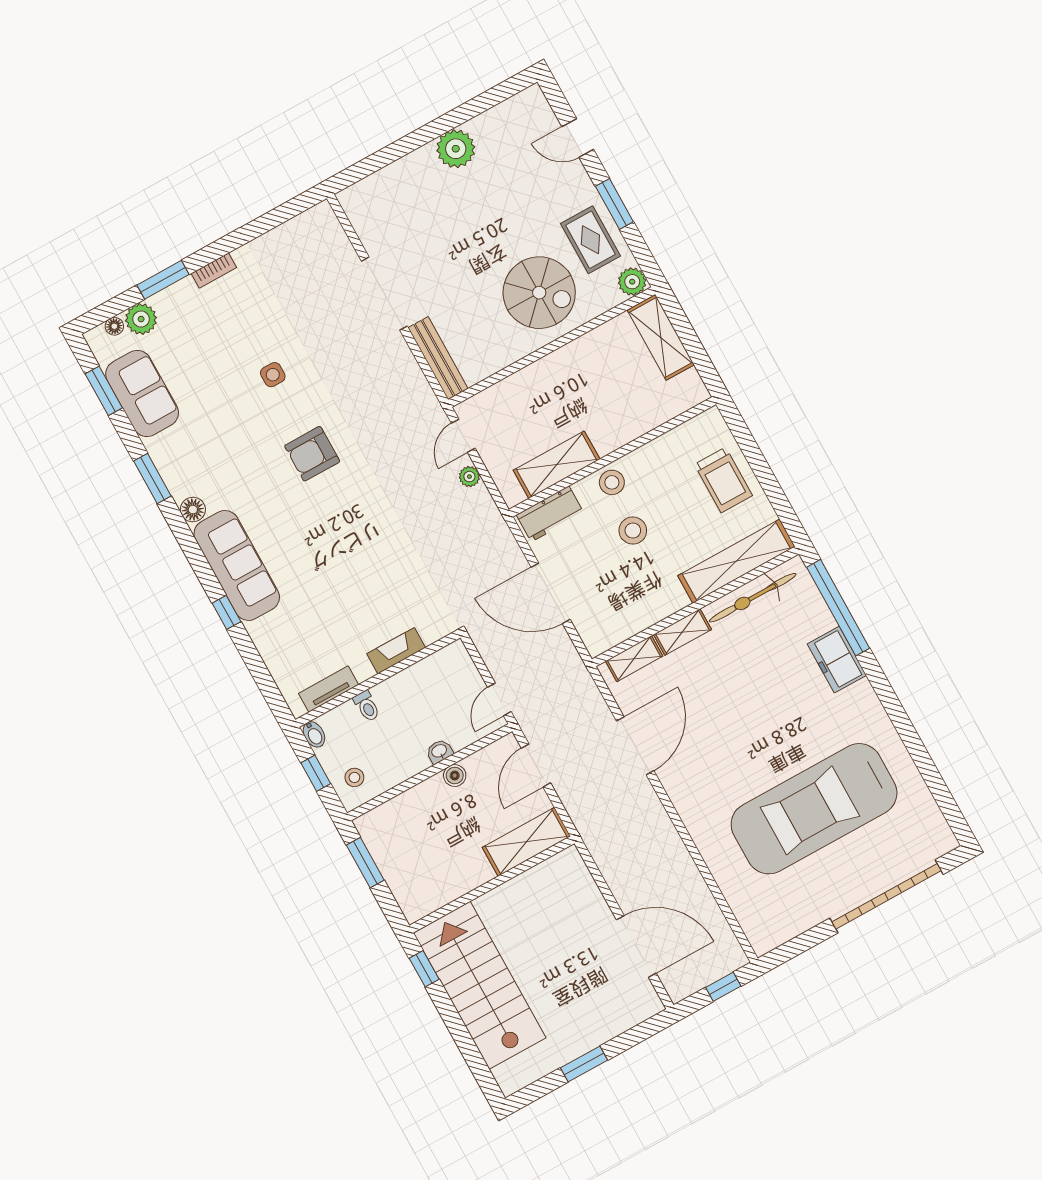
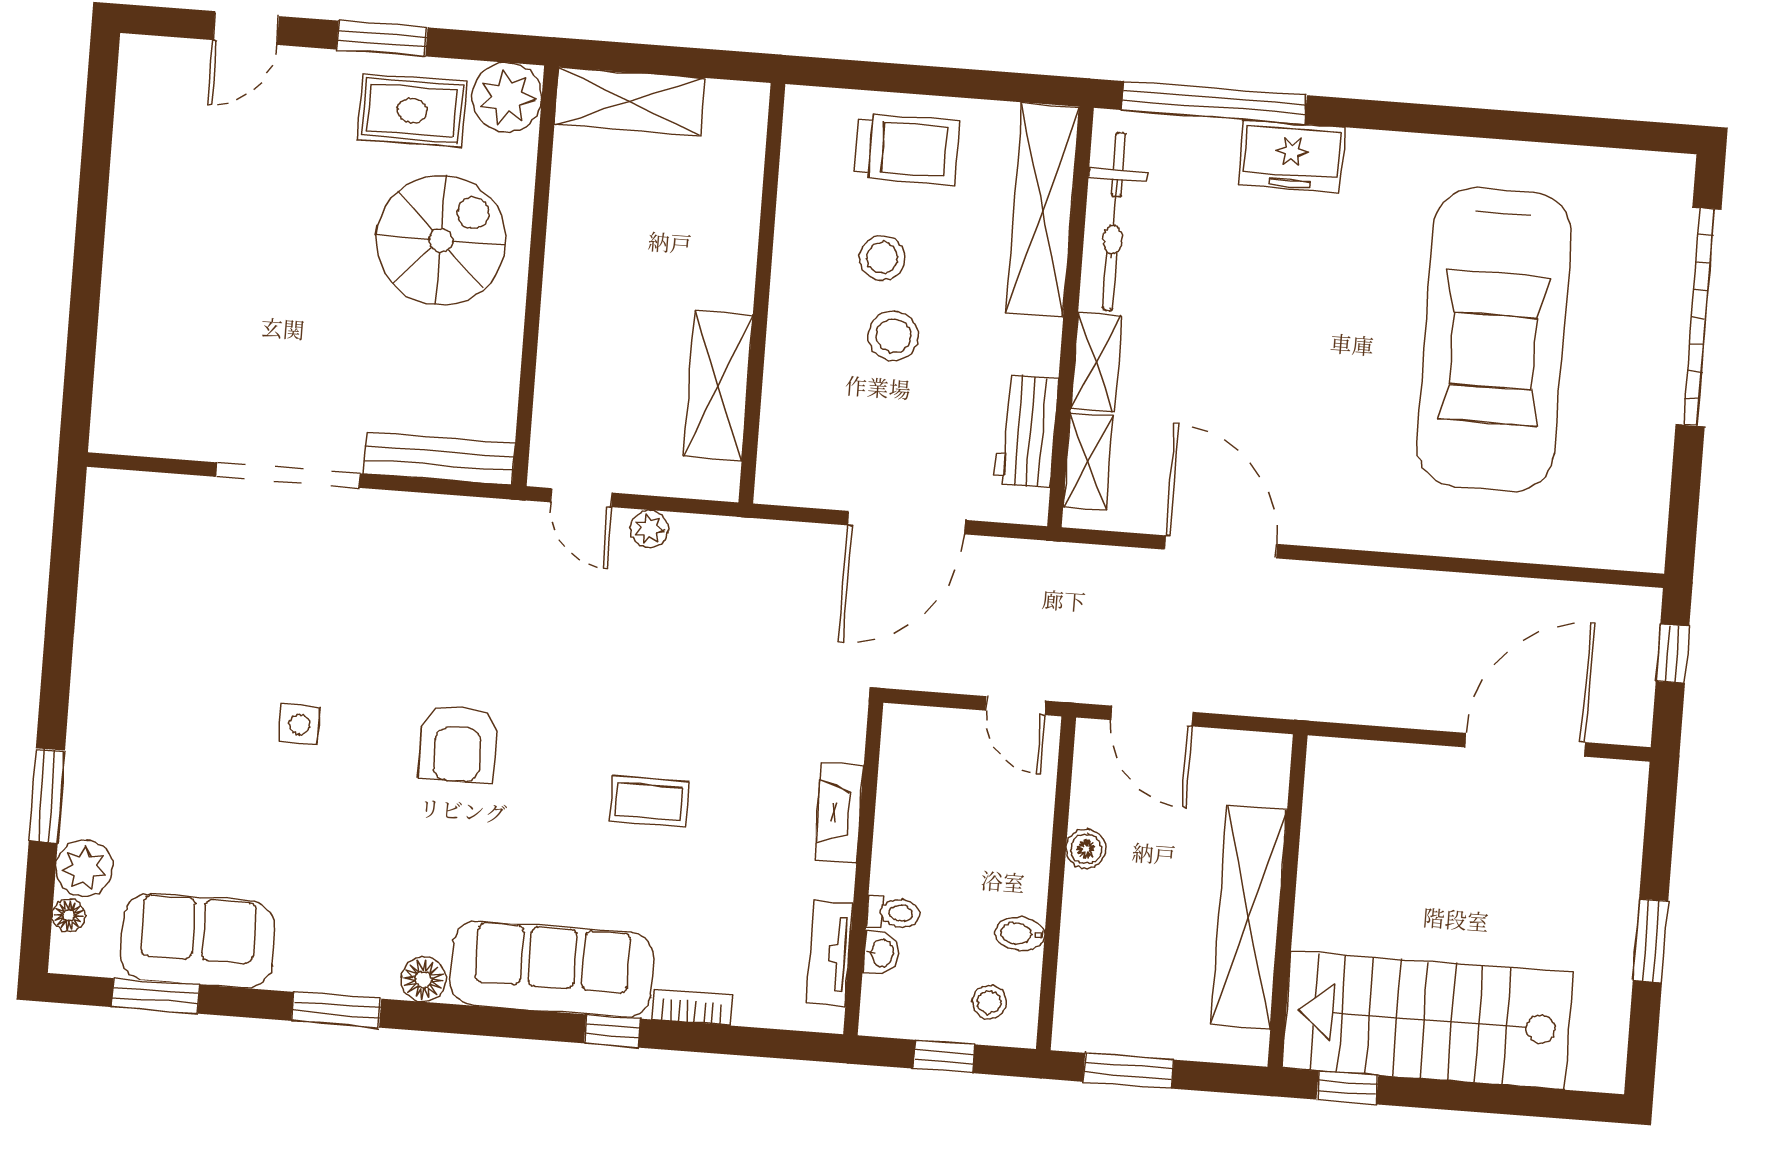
plant: (456, 149) -> (140, 223), removed
bookcase: (214, 271) -> (692, 1007), moved, turned -90
plant: (632, 282) -> (507, 97), width x1.36, depth x1.36
stool: (612, 482) -> (882, 258), moved
workbench: (550, 514) -> (1026, 431), moved, turned 180
coffee table: (344, 560) -> (649, 801), added
bidet: (314, 734) -> (1020, 934), moved, turned 180
washbasin: (439, 751) -> (881, 953), moved, turned 180
shelving: (526, 842) -> (1249, 917), moved, width x1.47

